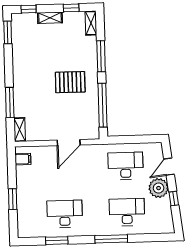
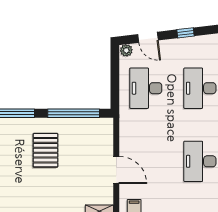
door: (69, 143) -> (116, 170), moved
plant: (159, 188) -> (126, 50), moved, width x0.53, depth x0.53

